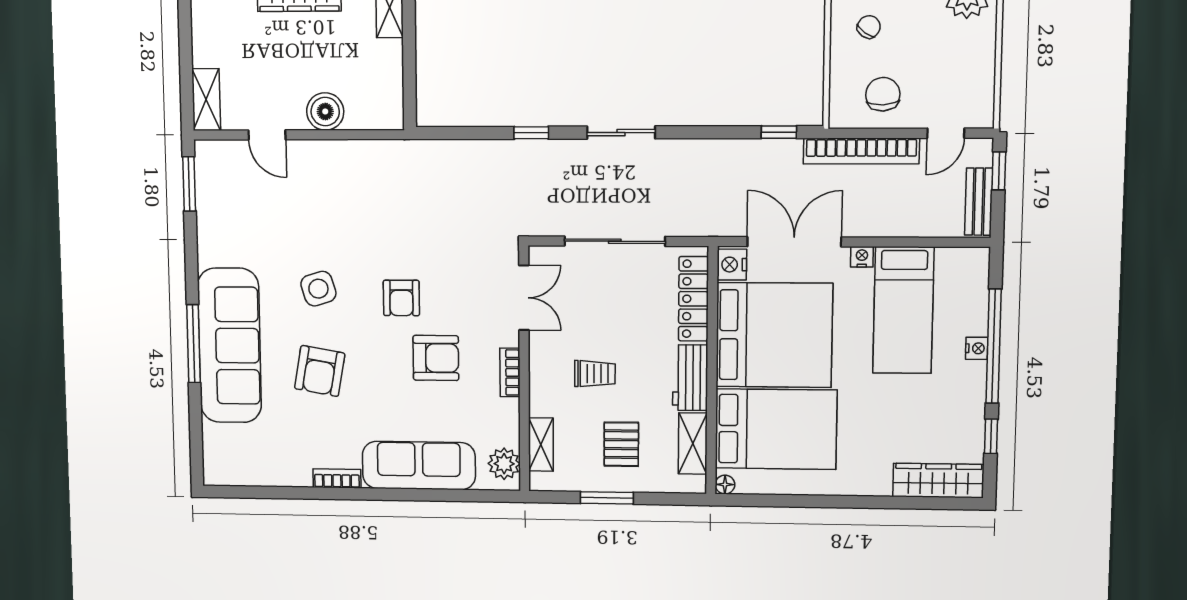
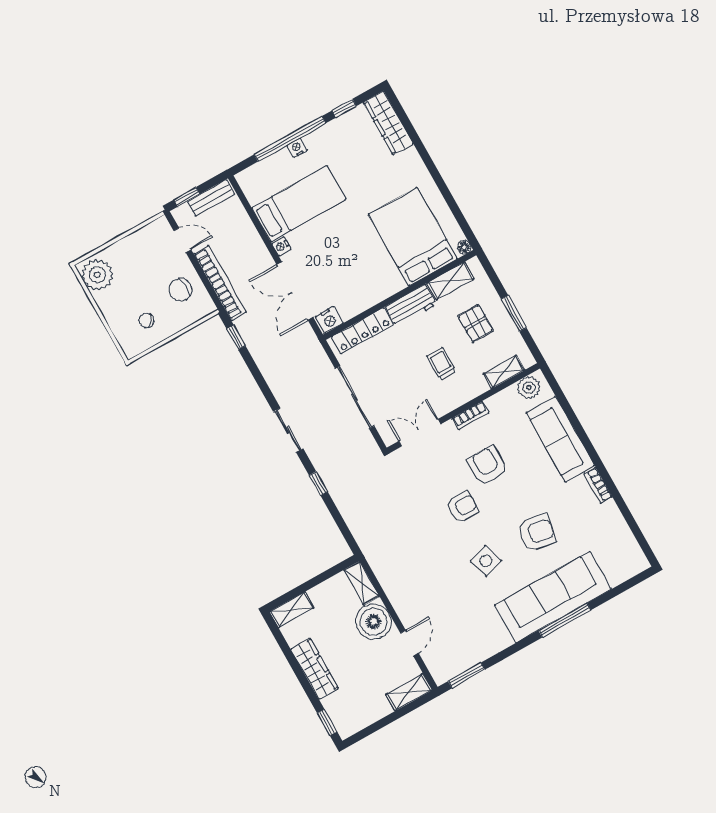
boiler: (325, 112) -> (374, 622), width x1.37, depth x1.37
shelving: (375, 117) -> (362, 583), added
bed: (774, 335) -> (357, 271), removed
pallet: (621, 444) -> (476, 323), turned 90

